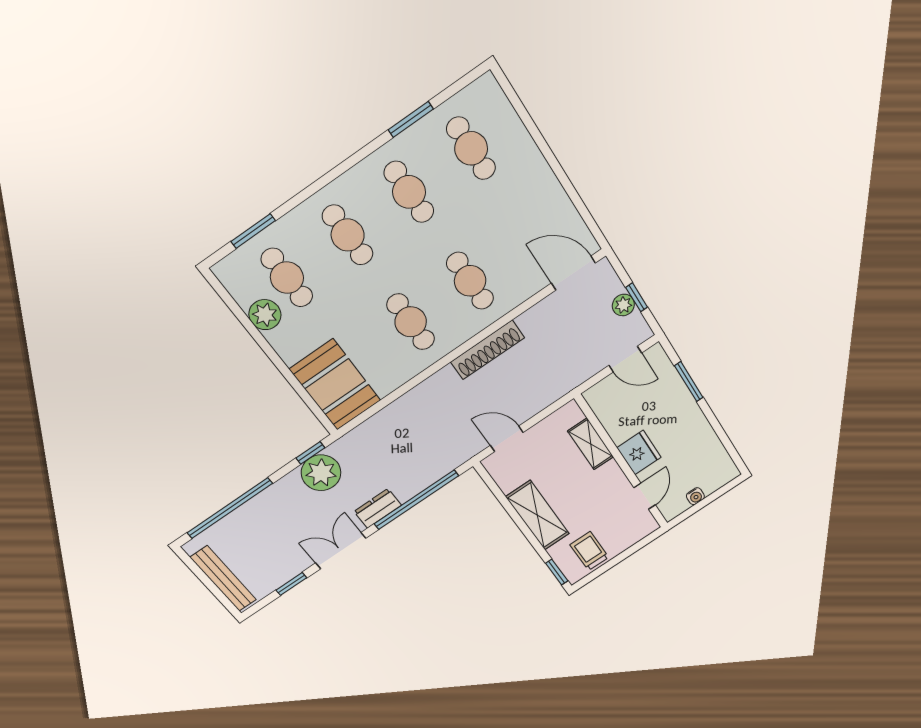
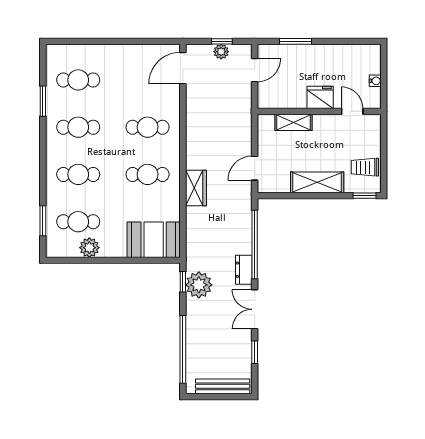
shoe rack: (488, 350) -> (193, 144), removed
wardrobe: (435, 390) -> (196, 188), added

